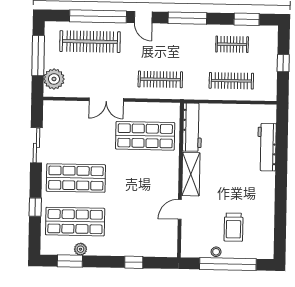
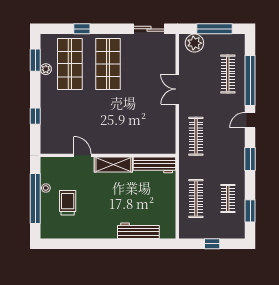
window: (187, 18) -> (250, 159), width x0.69
clothes rail: (90, 42) -> (228, 74), width x0.73, depth x0.76
shop shelf: (145, 136) -> (146, 124), removed
sliding door: (36, 145) -> (149, 29), moved
trolley: (233, 227) -> (68, 203), turned 90

